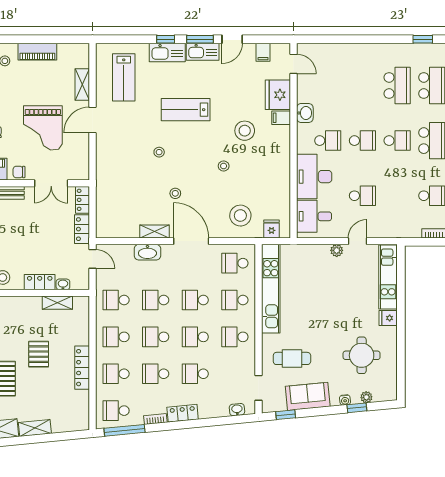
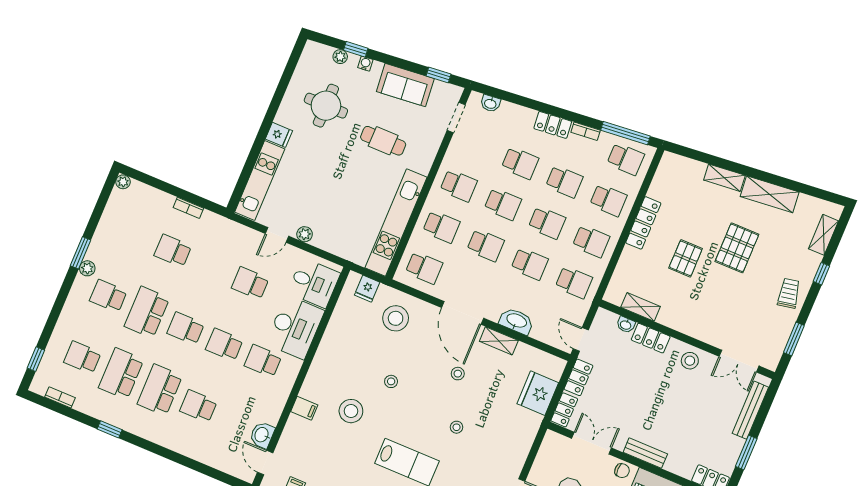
school desk: (362, 85) -> (198, 406), added
fridge: (278, 95) -> (538, 393), moved, turned 180
washbasin: (305, 113) -> (262, 435), moved
cafe table: (292, 358) -> (383, 141), moved

